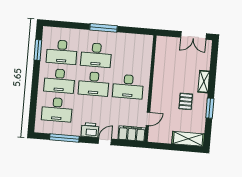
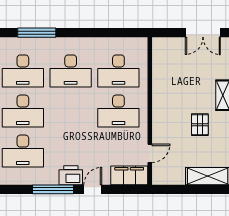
window: (104, 28) -> (37, 33), moved
desk: (94, 84) -> (118, 71), moved
window: (64, 138) -> (53, 189), moved

